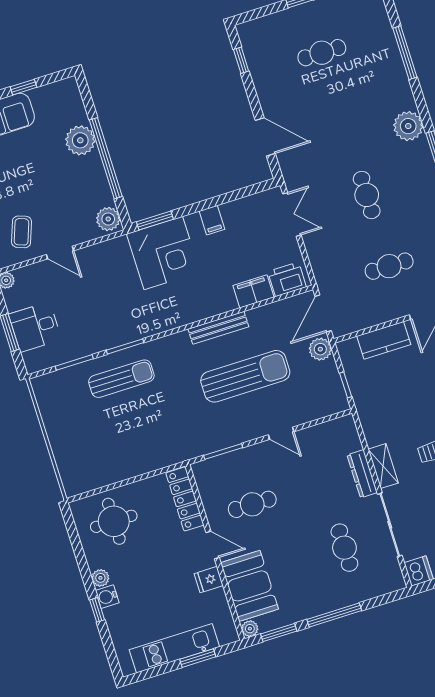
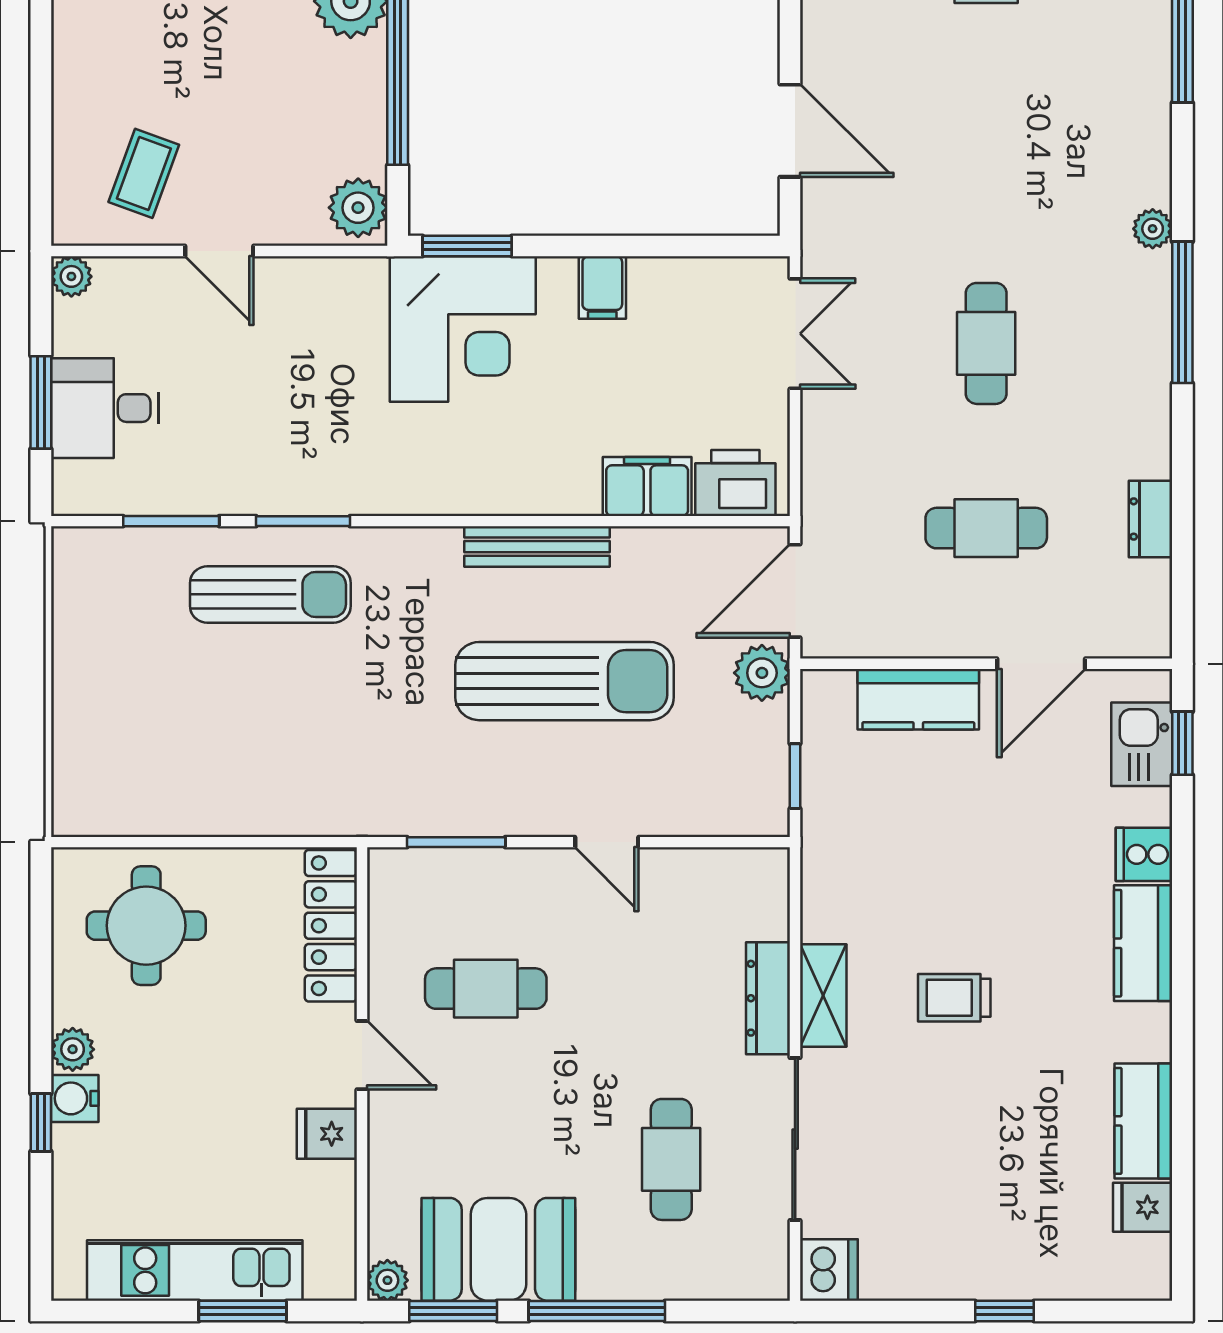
plant: (408, 126) -> (1153, 229), width x0.53, depth x0.53
booth: (249, 586) -> (498, 1249), moved, turned 90

